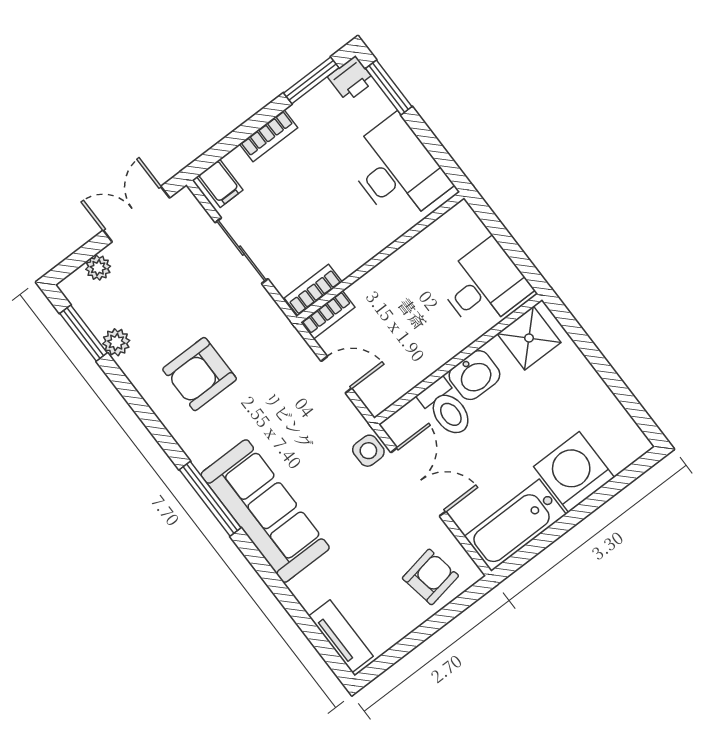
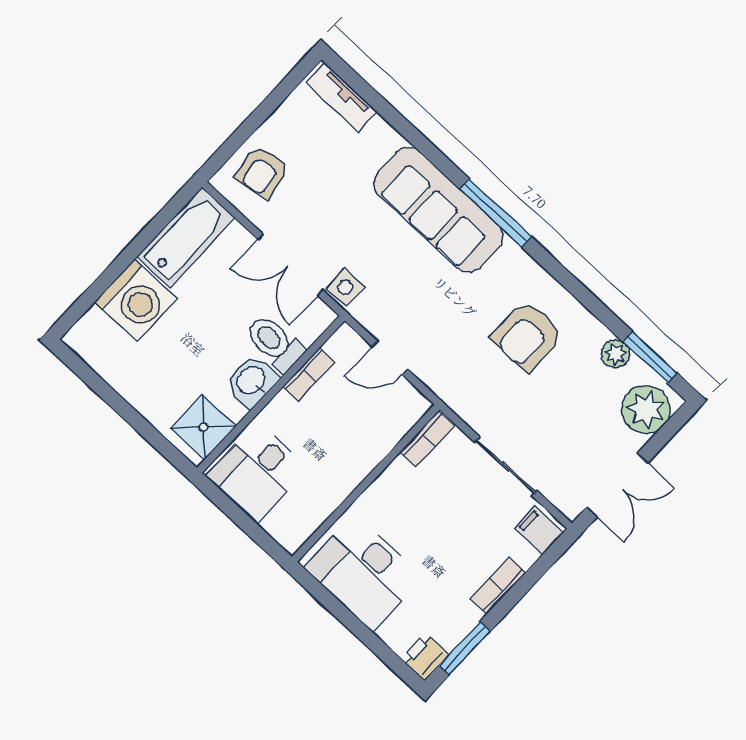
window: (389, 87) -> (386, 654), removed
plant: (98, 268) -> (646, 409), width x1.87, depth x1.87
bookcase: (328, 315) -> (309, 374), moved, turned 180
armchair: (200, 374) -> (527, 336), turned 180

